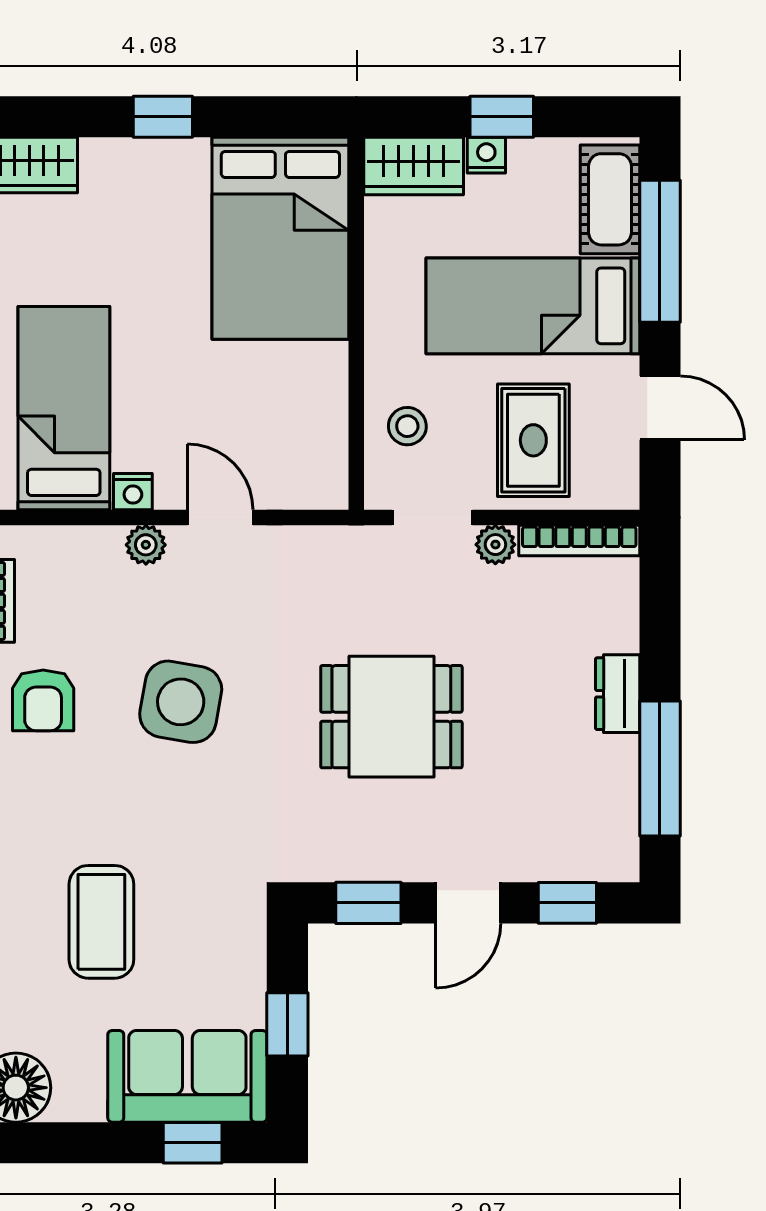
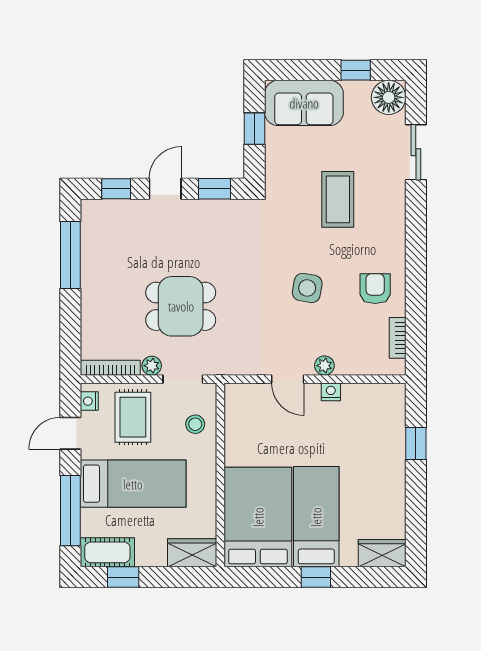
window: (502, 117) -> (123, 577), moved
nightstand: (486, 155) -> (89, 401), moved, turned 90
cot: (610, 199) -> (107, 552), moved, turned 90
bed: (64, 408) -> (316, 517), moved, turned 180
door: (660, 408) -> (70, 433), hinge flipped
dresser: (618, 694) -> (91, 292), removed
side table: (181, 702) -> (307, 288), width x0.73, depth x0.73
dining table: (391, 717) -> (181, 306), moved
coffee table: (101, 922) -> (338, 199), moved
window: (193, 1143) -> (356, 70), moved

